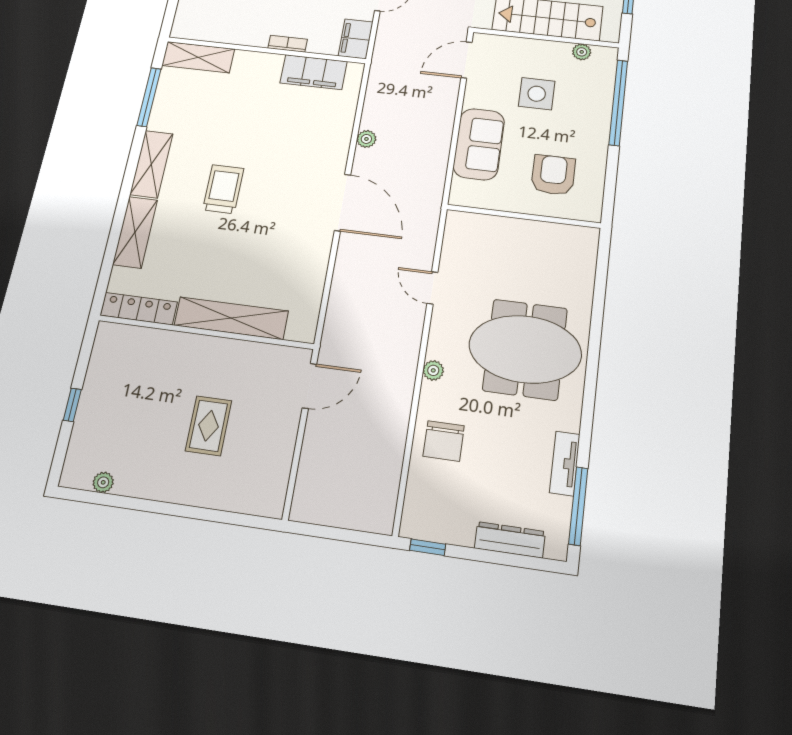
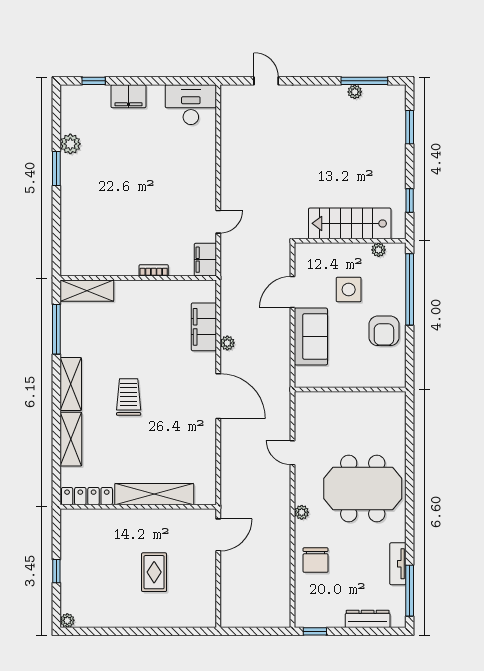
door: (466, 60) -> (293, 292), moved
filing cabinet: (314, 72) -> (204, 327), moved, turned 90
armchair: (553, 175) -> (384, 331), moved, turned 180
plant: (103, 482) -> (67, 620), moved

